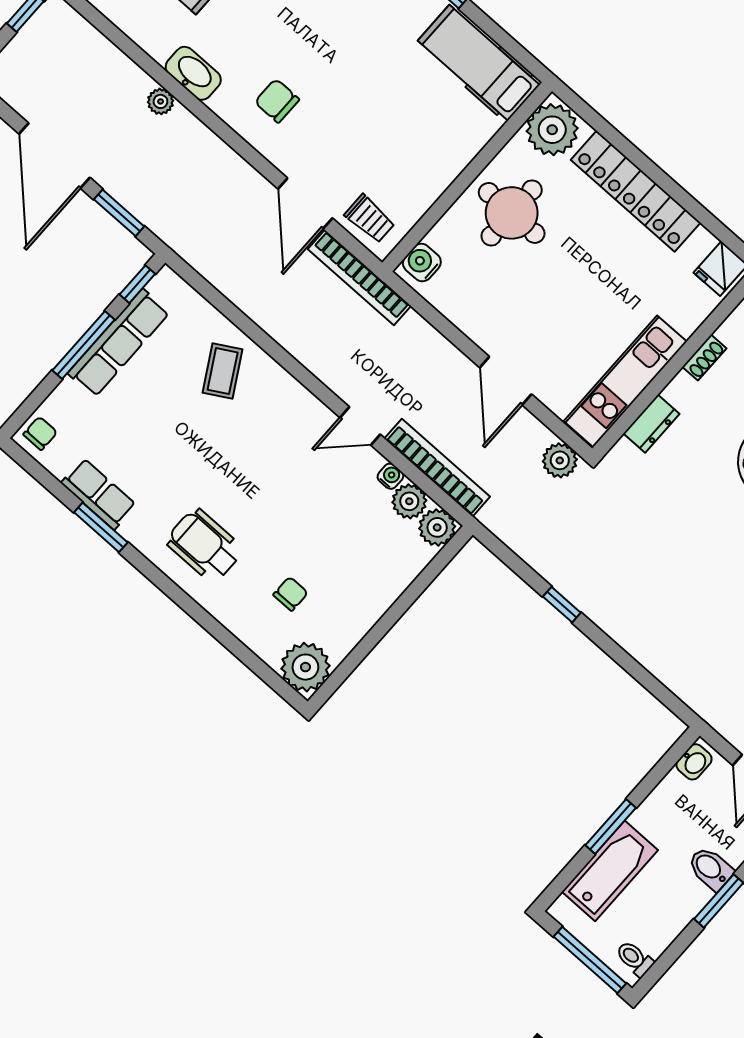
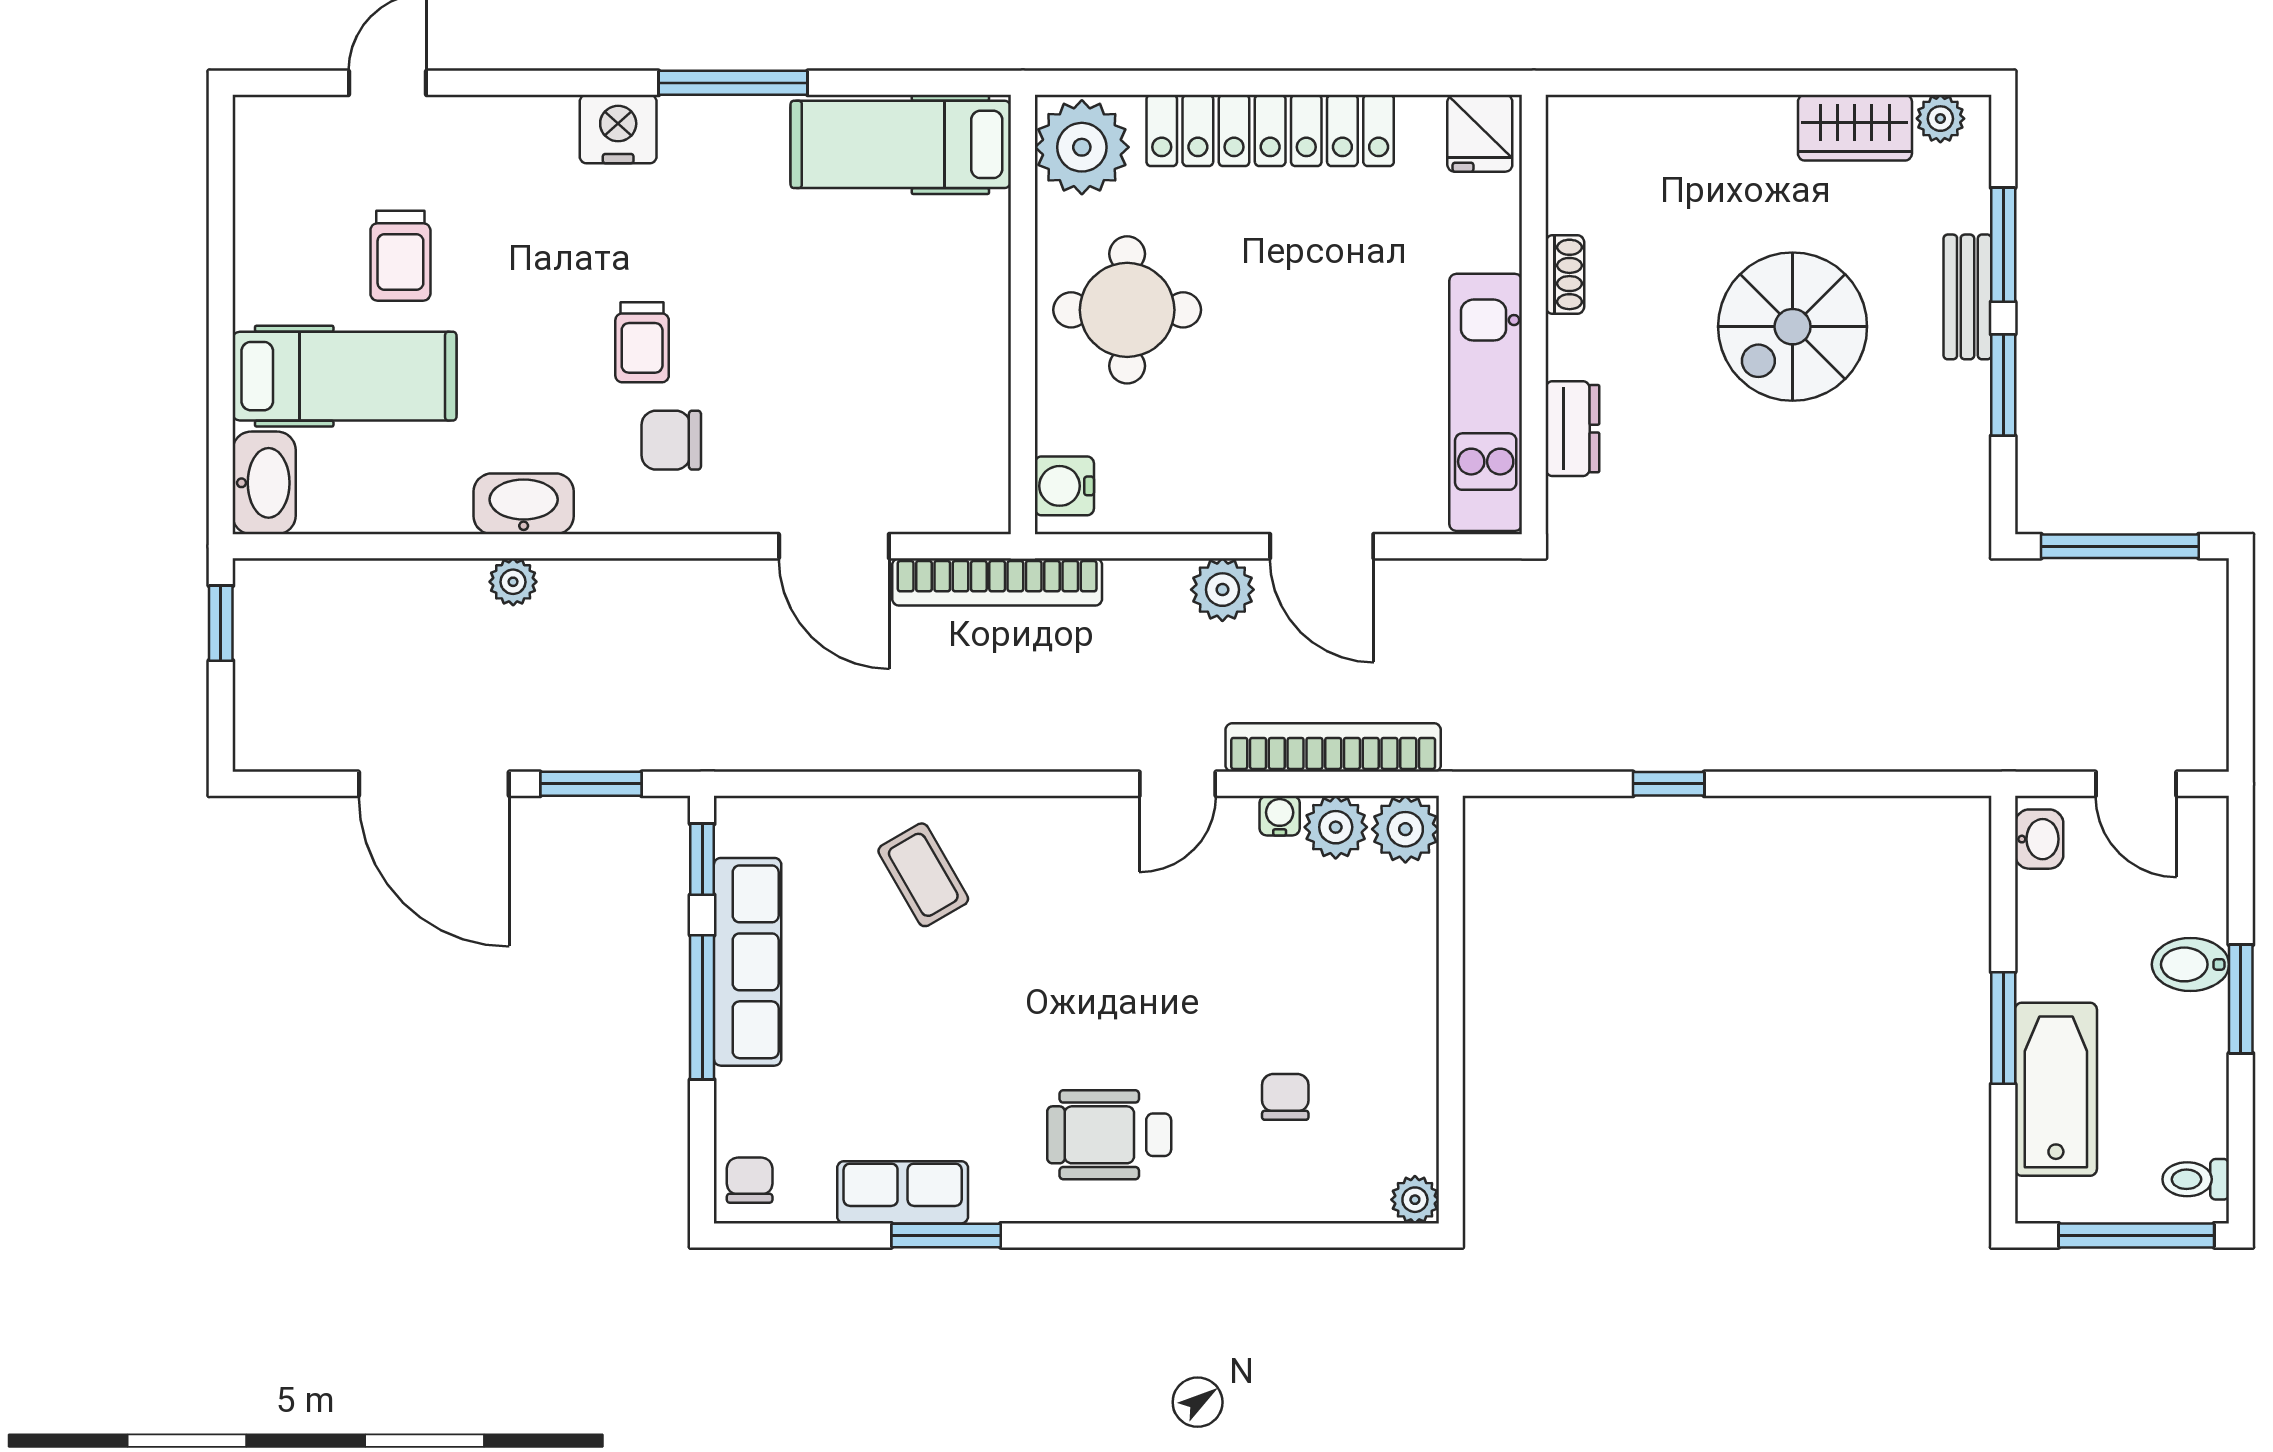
trolley: (370, 219) -> (642, 342), moved, turned 90
plant: (560, 460) -> (1222, 590), moved
plant: (305, 667) -> (1415, 1200), width x0.53, depth x0.53

